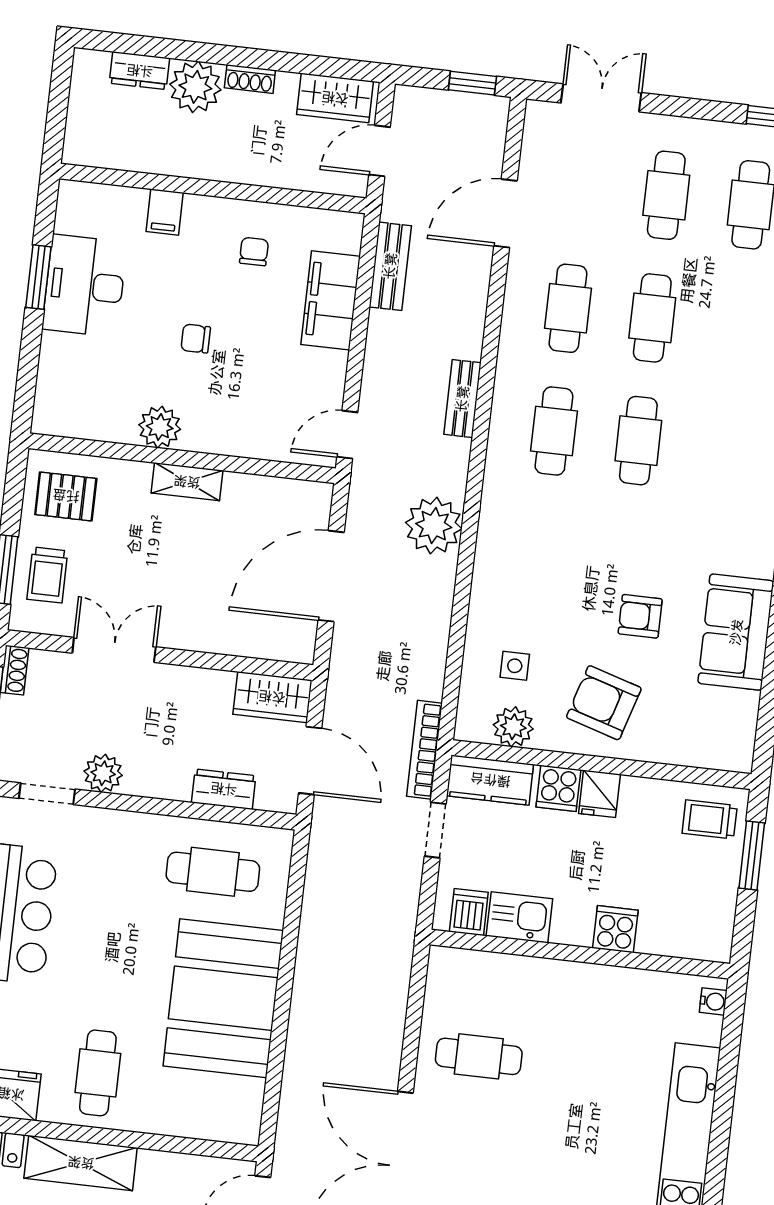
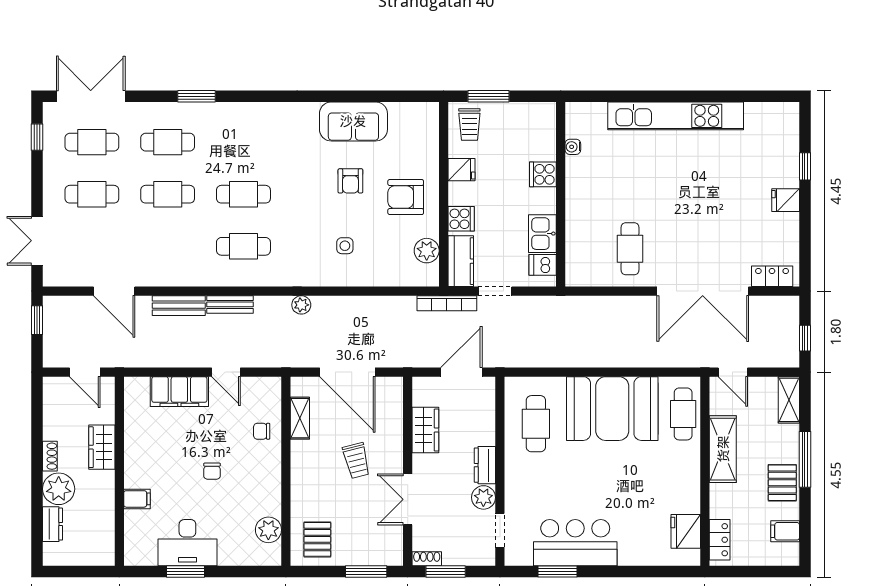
wardrobe: (335, 98) -> (102, 447), moved, turned 180
chair: (254, 252) -> (262, 431), moved
bench: (390, 266) -> (179, 306), moved
cafe table: (568, 308) -> (168, 142), moved
plant: (160, 427) -> (268, 530), moved
door: (347, 435) -> (226, 372), moved
shelving: (187, 482) -> (300, 418), moved
plant: (434, 526) -> (301, 305), width x0.53, depth x0.53
trolley: (47, 575) -> (356, 461), moved, turned 76
side table: (515, 666) -> (345, 246), moved
wardrobe: (272, 697) -> (425, 430), moved
armchair: (604, 703) -> (406, 197), turned 73
dresser: (224, 789) -> (485, 465), moved
fridge: (600, 794) -> (462, 170), moved
water cooler: (713, 1001) -> (573, 147), moved, turned -90
cafe table: (98, 1073) -> (683, 414), moved, turned 90
shelving: (81, 1163) -> (723, 449), moved

